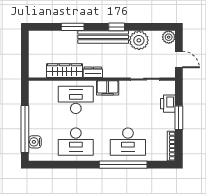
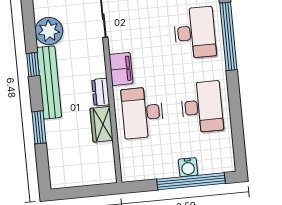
wardrobe: (65, 71) -> (101, 124), width x0.67
water cooler: (35, 142) -> (188, 167), moved

